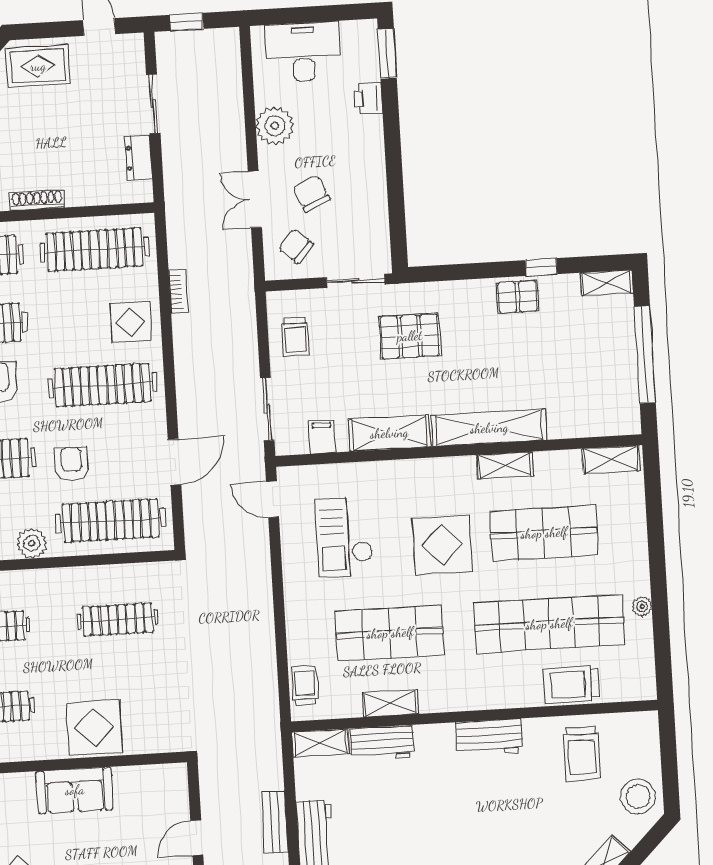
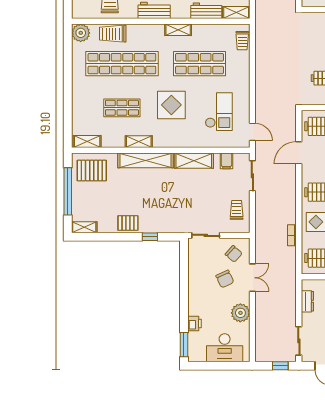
sliding door: (153, 104) -> (299, 341), moved
window: (541, 267) -> (150, 237), moved
pallet: (410, 336) -> (92, 171), moved
shop shelf: (544, 533) -> (122, 108), width x0.70, depth x0.74
plant: (642, 606) -> (81, 33), moved, width x1.87, depth x1.87
trolley: (572, 684) -> (113, 34), turned 180
shelving: (390, 703) -> (178, 30), moved

